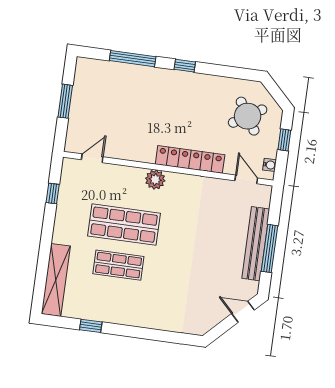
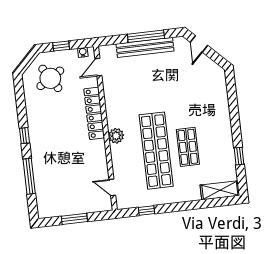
shop shelf: (124, 225) -> (156, 151), width x1.40
shelving: (56, 280) -> (220, 190), width x0.68

